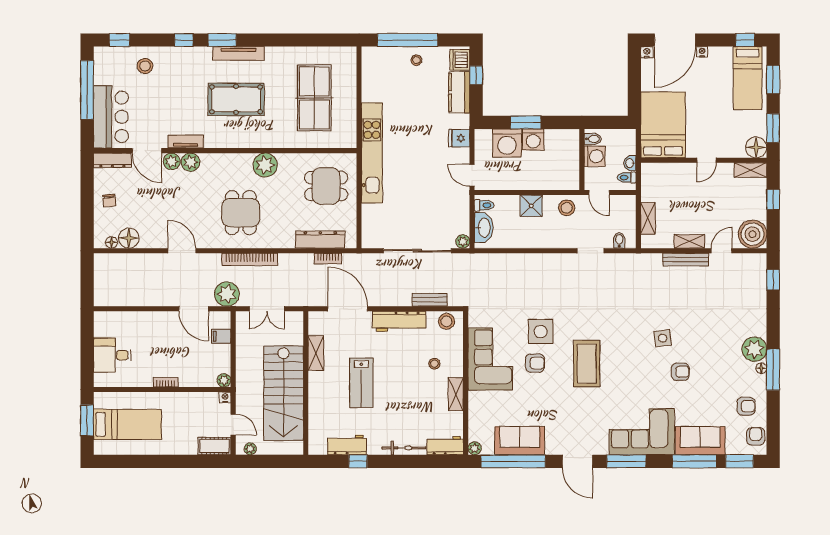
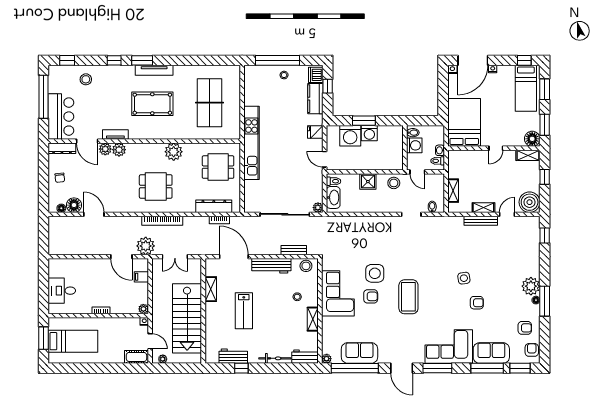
dining table: (241, 213) -> (156, 186), turned 90
door: (182, 251) -> (94, 214), moved

